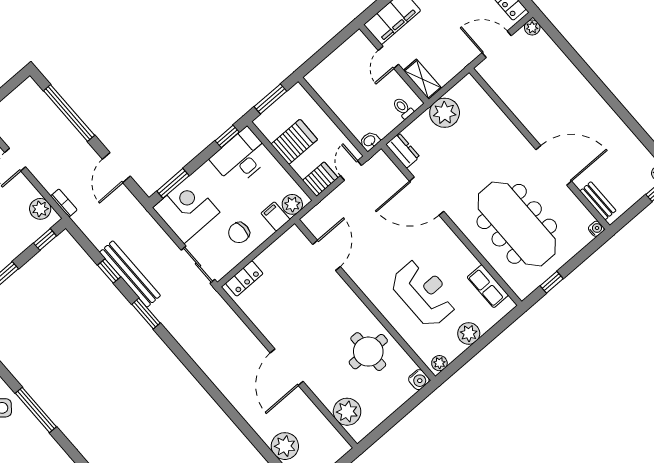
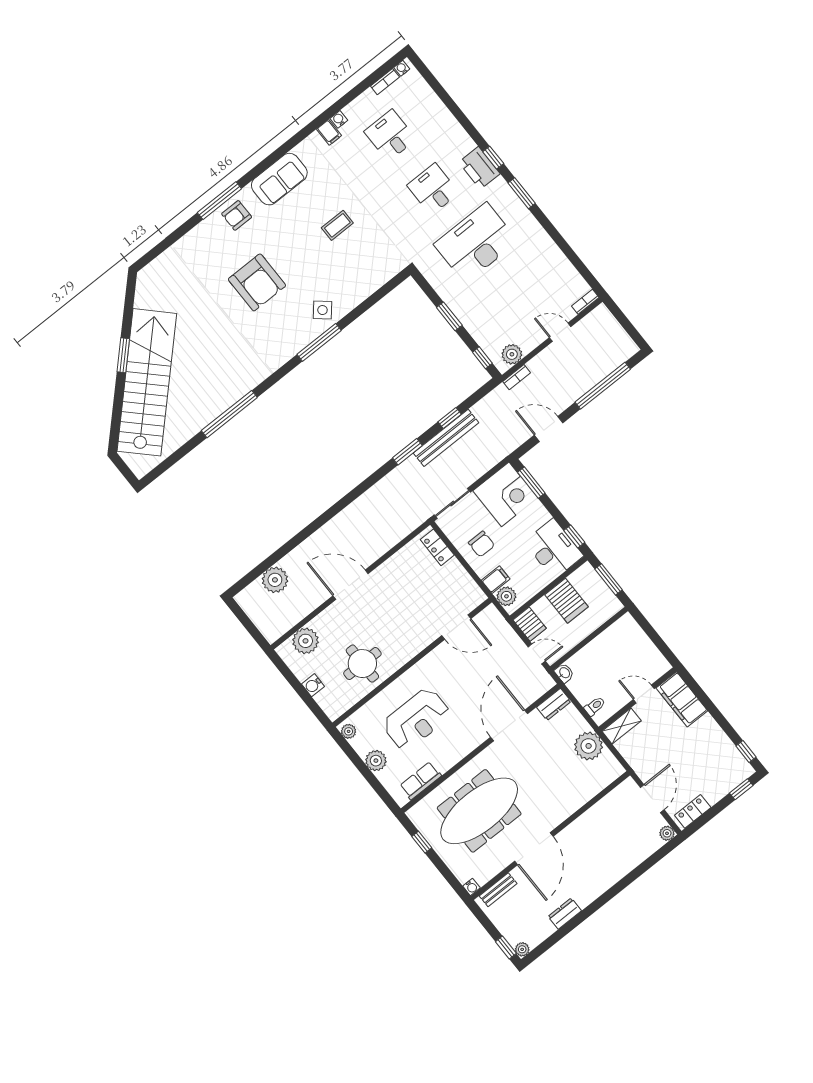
dresser: (620, 131) -> (565, 914), added
chair: (239, 233) -> (481, 544), turned 180
water cooler: (419, 380) -> (313, 685), moved

